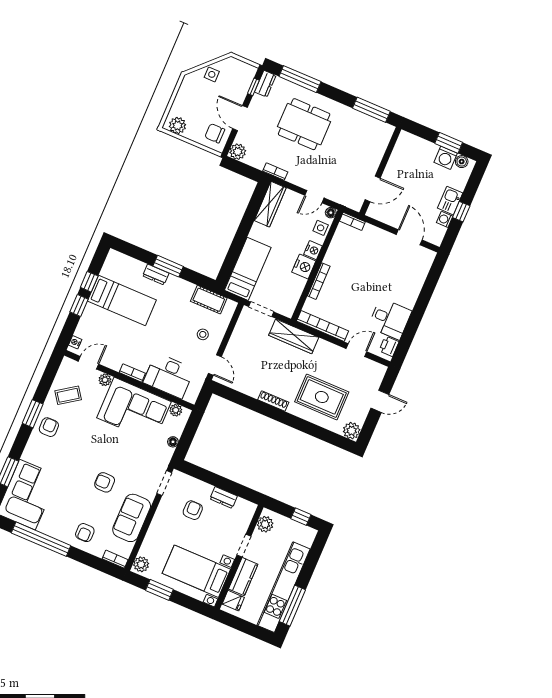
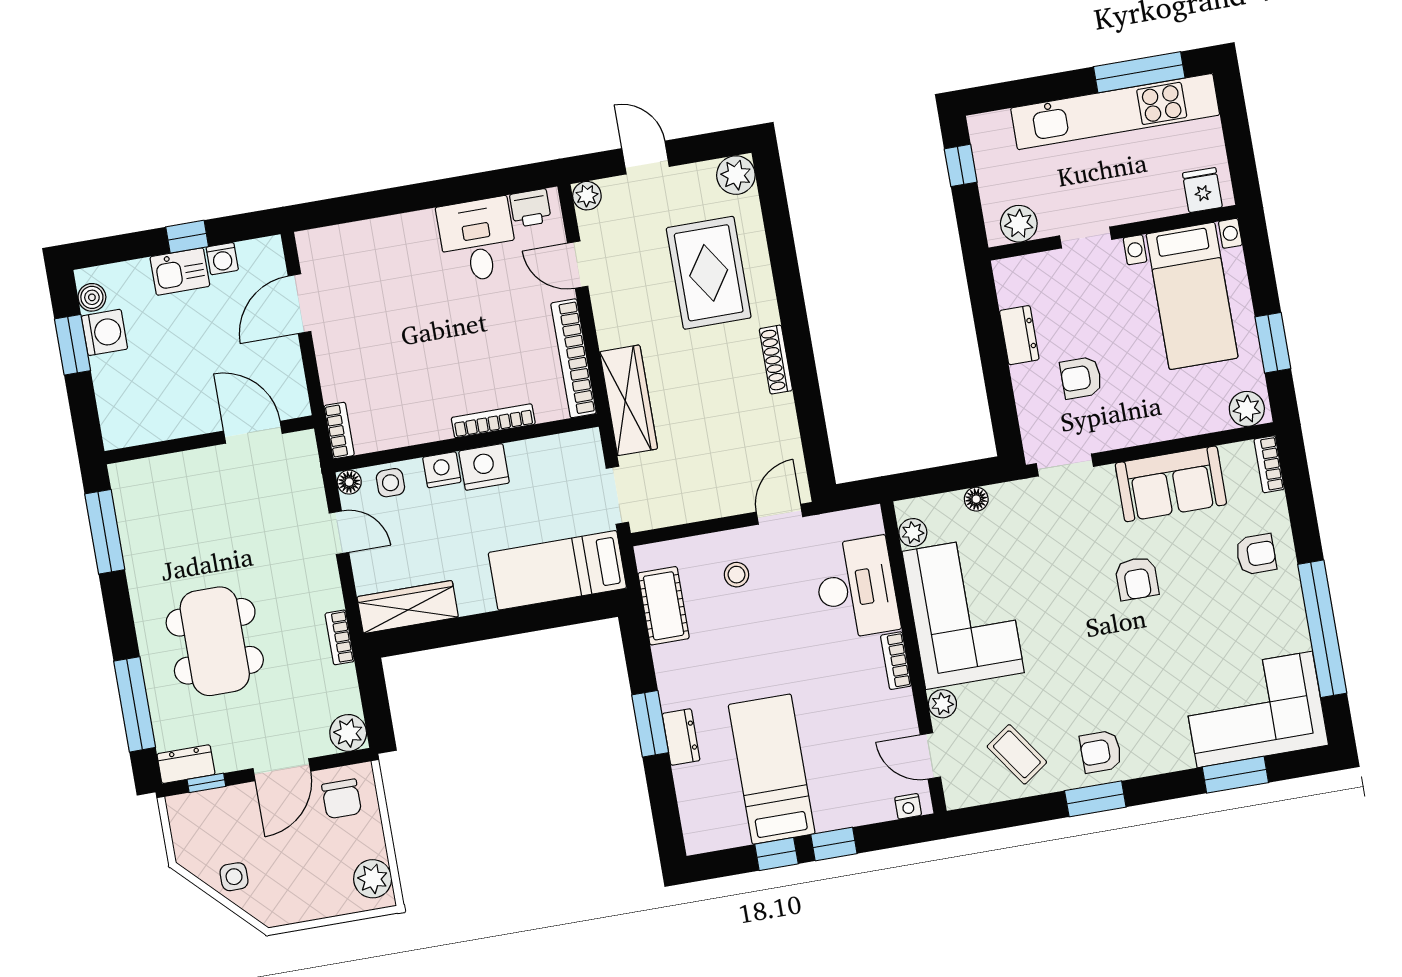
plant: (380, 370) -> (587, 196), added
kitchen counter: (243, 577) -> (1145, 201), removed

